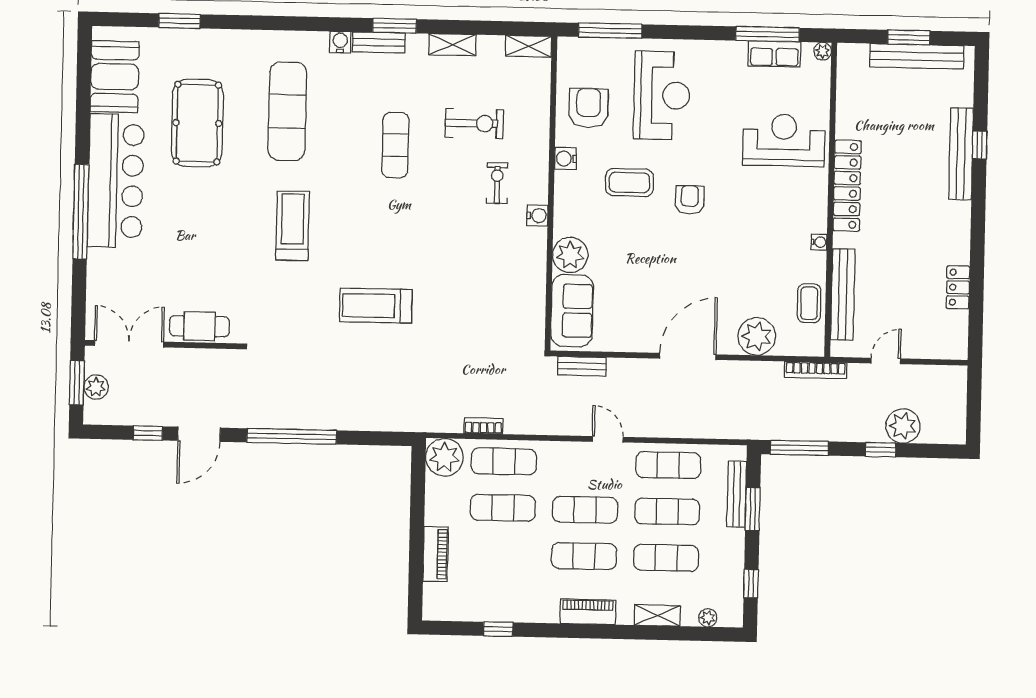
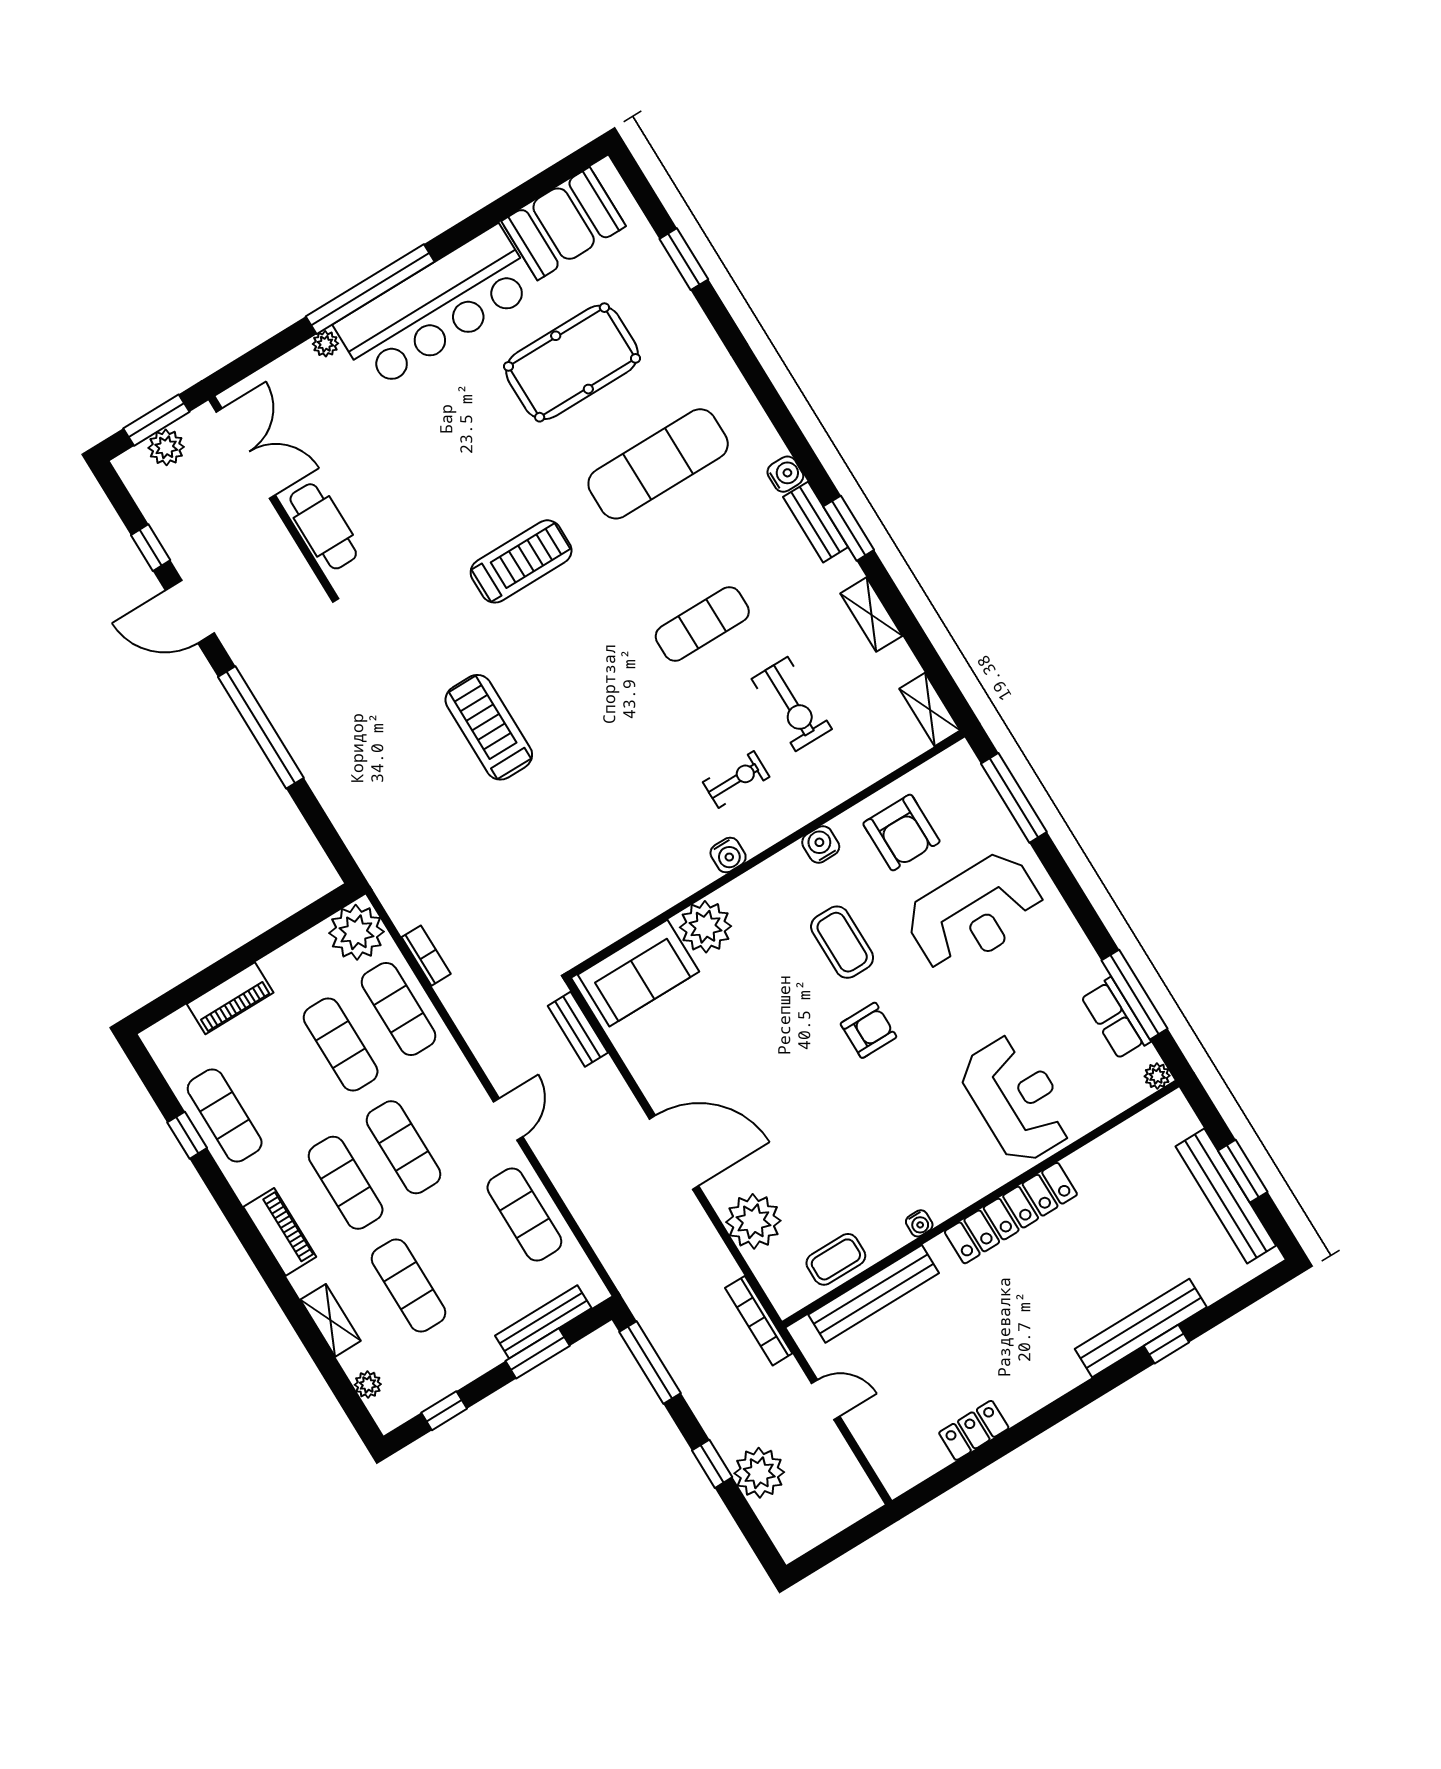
armchair: (589, 108) -> (901, 833), turned 90
plant: (96, 258) -> (325, 344), added
exercise mat: (667, 512) -> (225, 1116), moved

